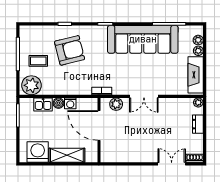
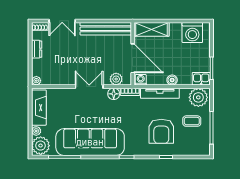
plant: (198, 40) -> (41, 146), width x1.87, depth x1.87
armchair: (70, 50) -> (161, 131), turned -76
floor lamp: (119, 89) -> (114, 94), added
tv unit: (71, 90) -> (160, 93), added
washing machine: (70, 103) -> (141, 80), moved
kitchen sink: (43, 104) -> (201, 79), moved
dresser: (198, 124) -> (37, 49), moved
shelving: (67, 155) -> (152, 29), moved
bench: (127, 156) -> (106, 29), added

